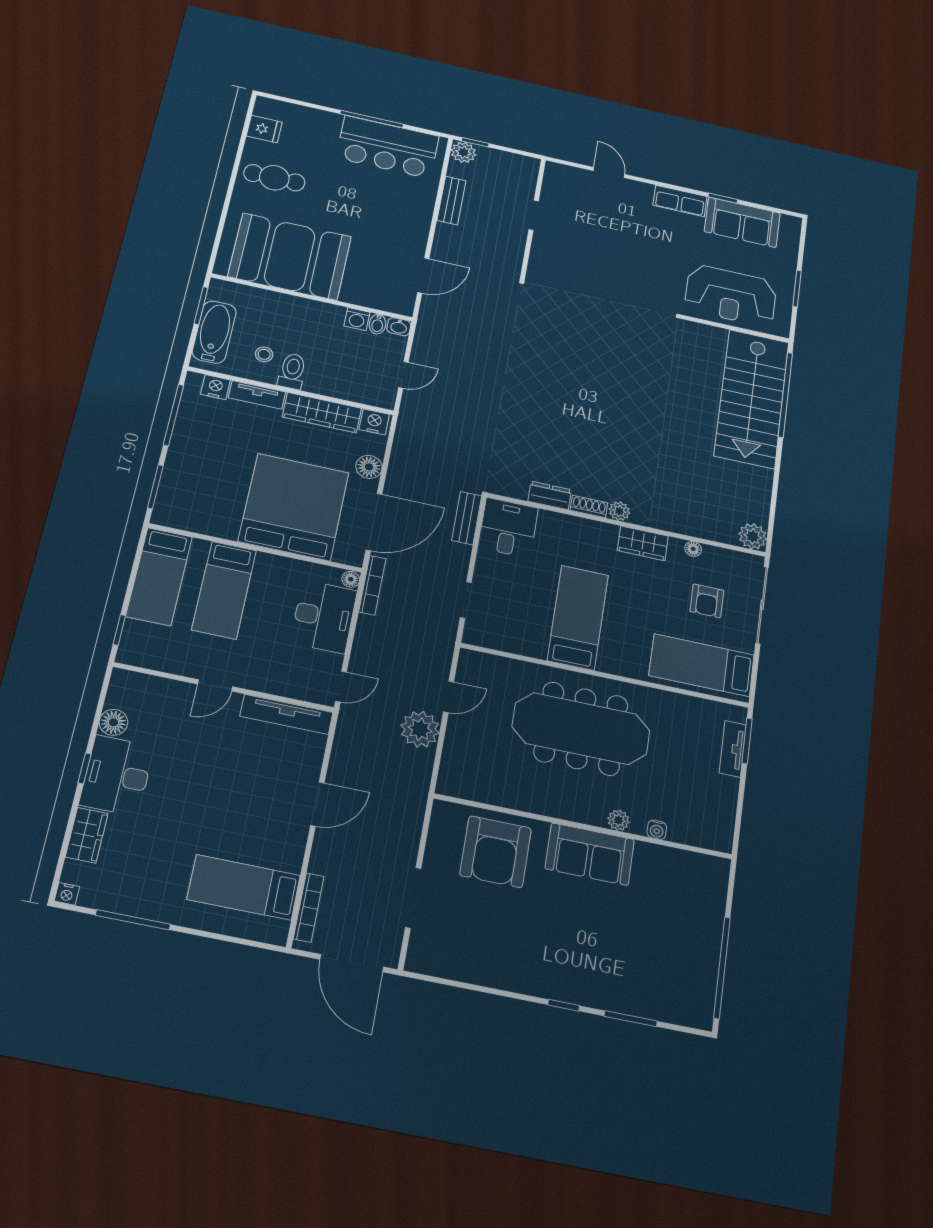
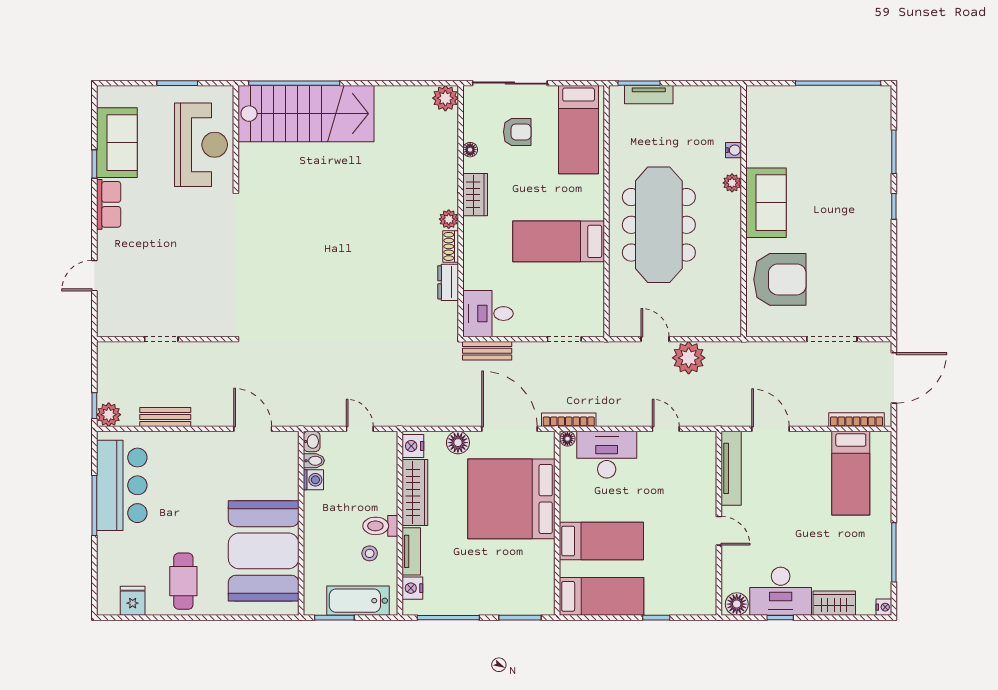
door: (215, 685) -> (719, 531), moved
wall: (224, 687) -> (719, 523), moved
tv unit: (287, 714) -> (731, 468), moved

